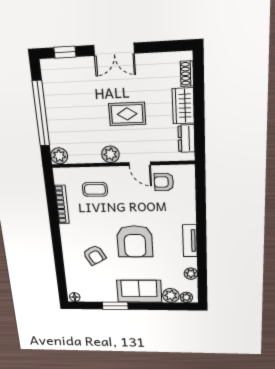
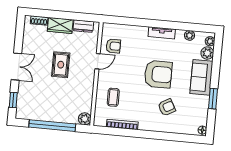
plant: (110, 154) -> (88, 81), removed
armchair: (164, 182) -> (113, 46), turned -90

